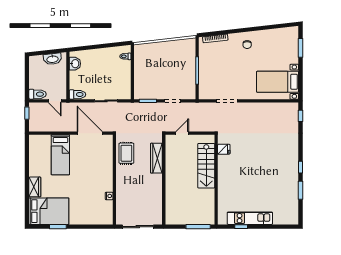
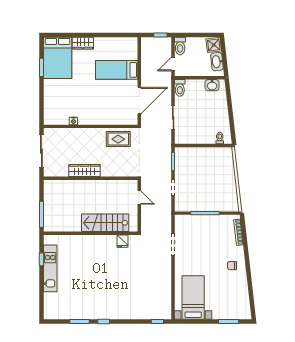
shower: (37, 62) -> (214, 45), added
wardrobe: (156, 158) -> (84, 171), moved

